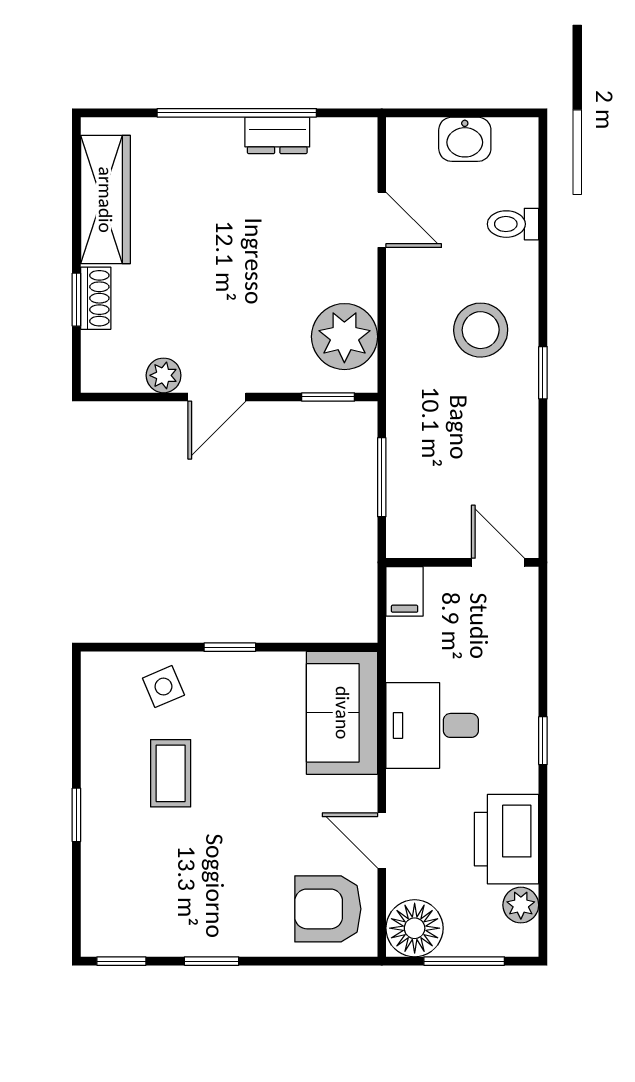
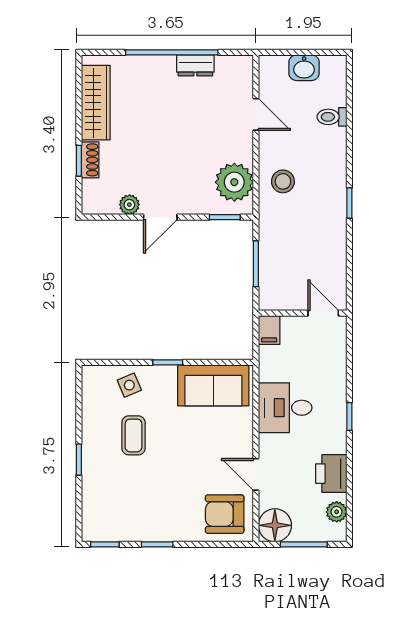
stool: (481, 330) -> (283, 181), moved, width x0.73, depth x0.73
sofa: (342, 713) -> (213, 385), moved, turned -90
printer: (507, 839) -> (331, 474), width x0.73, depth x0.84

